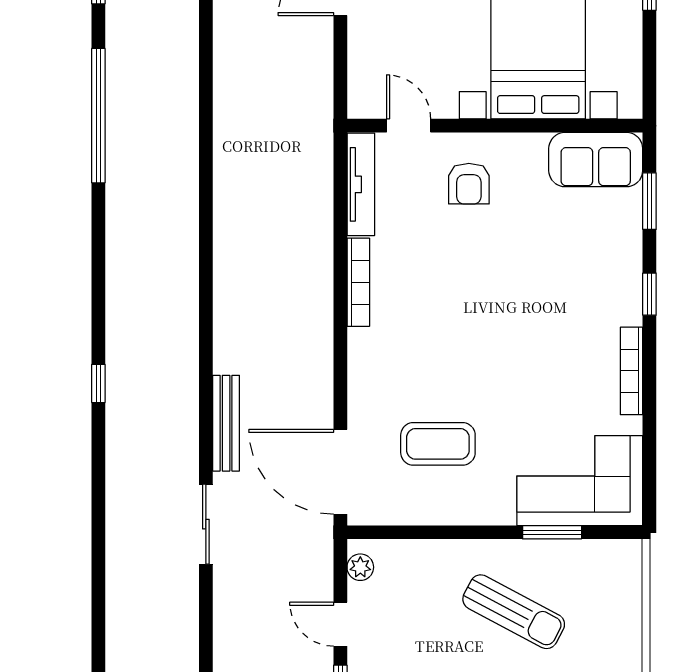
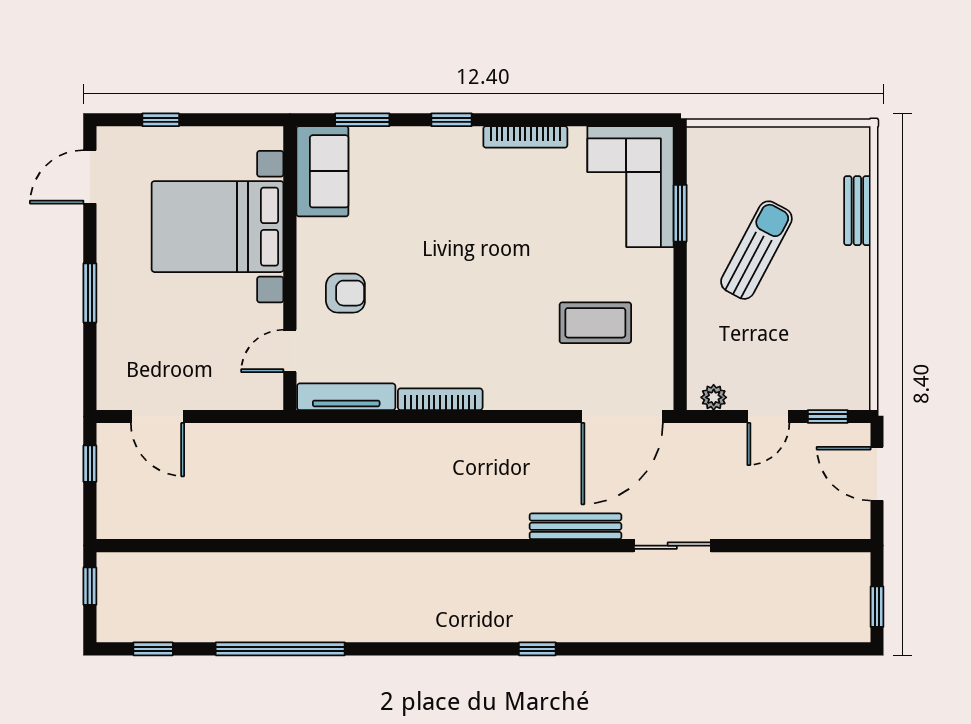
coffee table: (438, 444) -> (595, 323), turned 90

